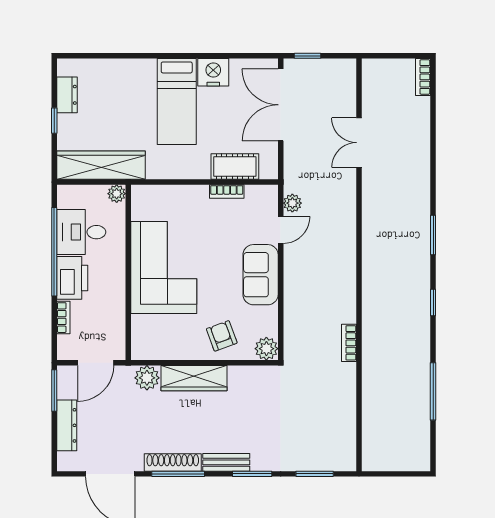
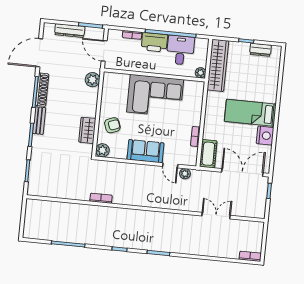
cot: (235, 167) -> (208, 154), moved
wardrobe: (194, 378) -> (87, 130), moved, width x0.67

